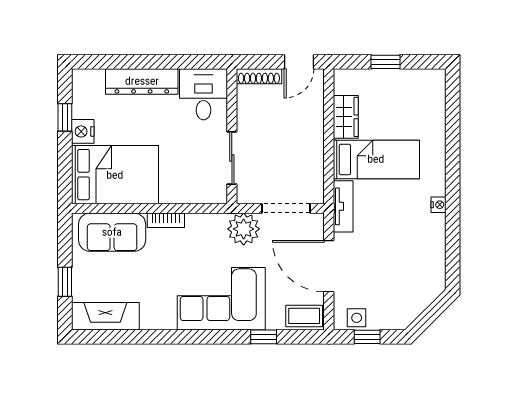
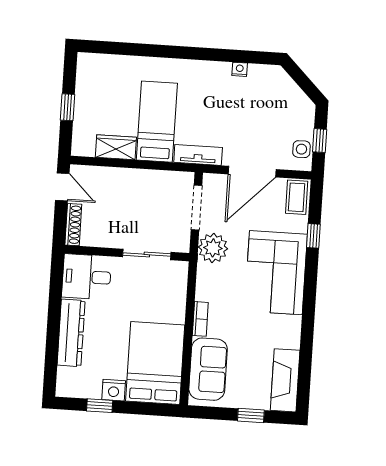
nightstand: (439, 205) -> (240, 69), moved

